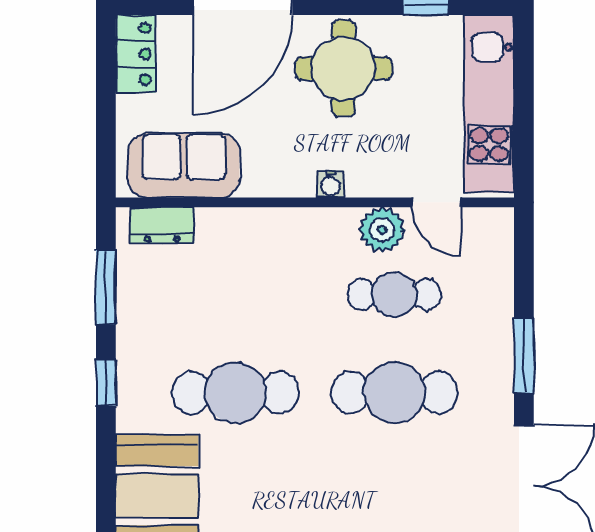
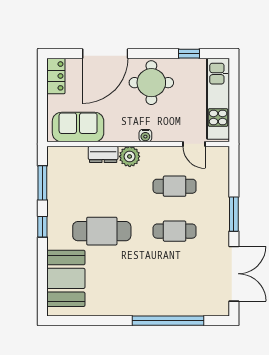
dresser: (162, 225) -> (103, 154), moved
plant: (382, 230) -> (130, 156), moved
cafe table: (394, 393) -> (175, 231), width x0.73, depth x0.74

